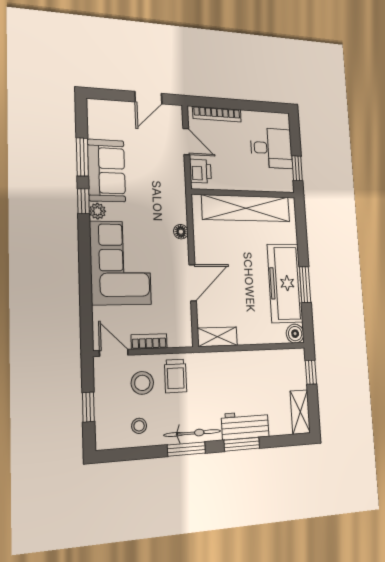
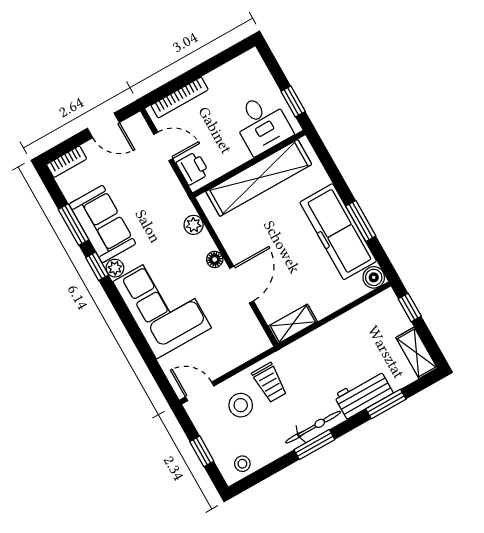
door: (148, 98) -> (103, 125), hinge flipped
desk: (271, 148) -> (262, 124), moved, turned 90
plant: (179, 214) -> (194, 225), added
floor lamp: (181, 232) -> (215, 259), moved
bookcase: (149, 341) -> (67, 162), moved, turned 180
stool: (139, 426) -> (242, 464), moved
window: (242, 444) -> (386, 404), moved

